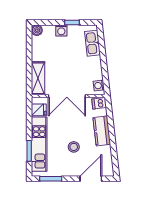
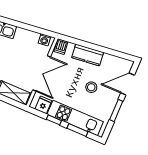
window: (29, 125) -> (54, 120), added
window: (51, 179) -> (116, 110), moved
door: (91, 179) -> (128, 84), hinge flipped

